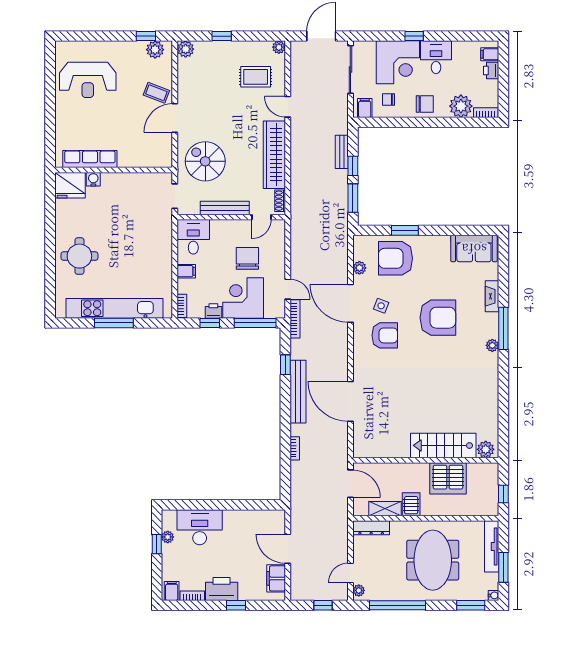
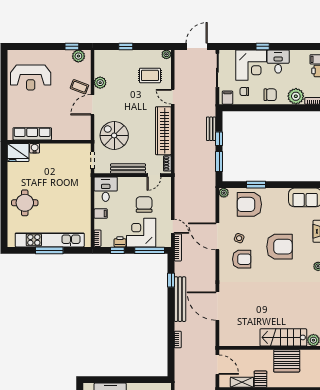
plant: (186, 49) -> (100, 83), moved
plant: (359, 268) -> (224, 193), moved

